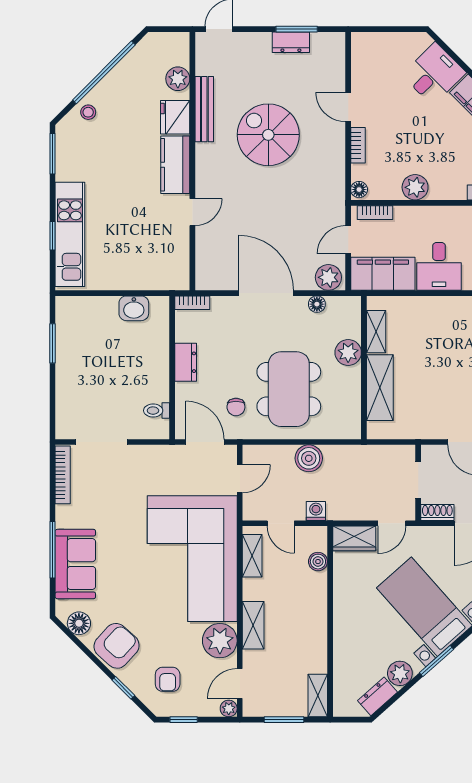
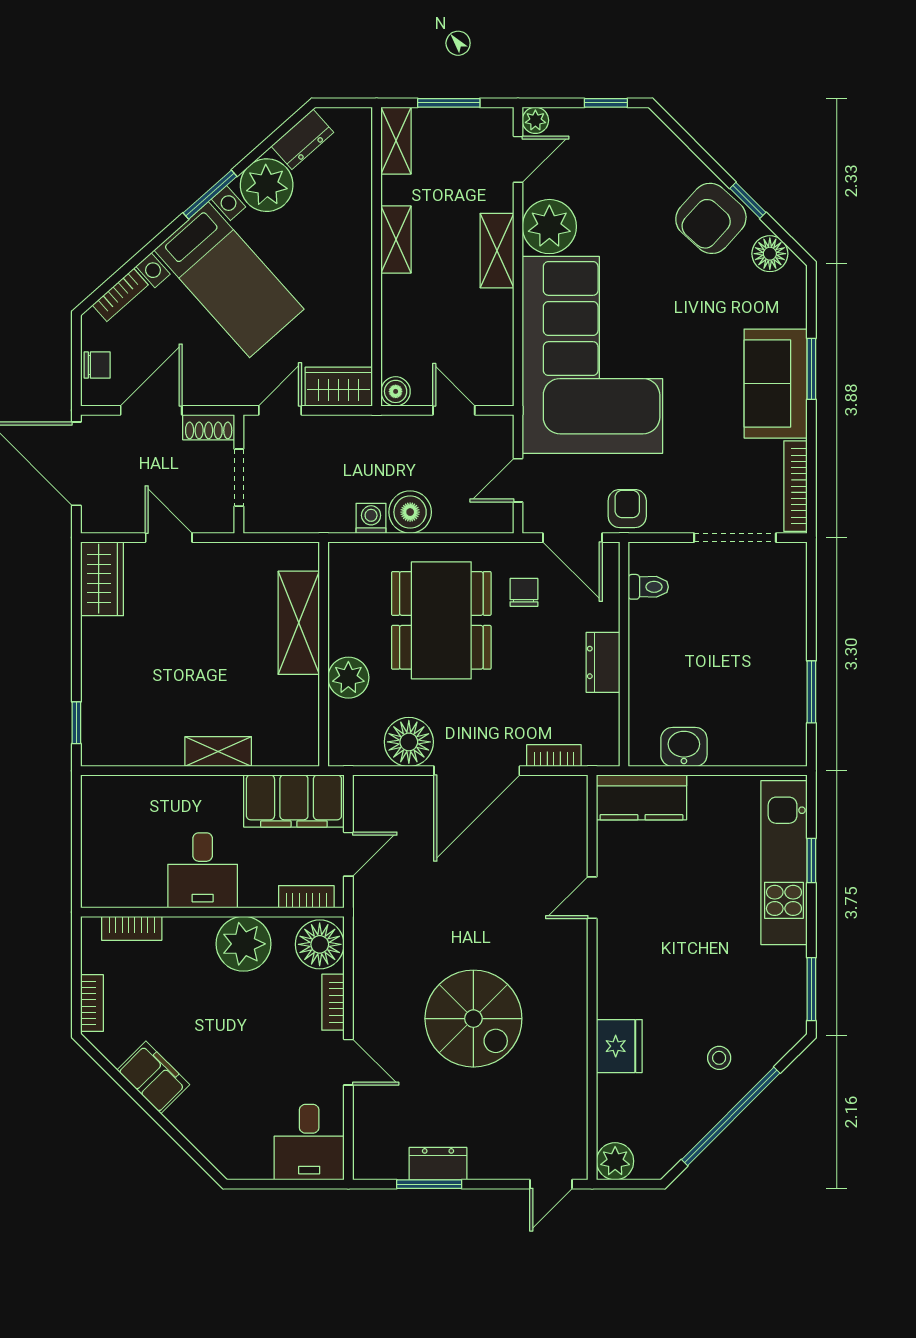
desk: (434, 74) -> (309, 1142), moved, turned -45
plant: (178, 79) -> (615, 1161), moved
bench: (204, 109) -> (574, 1059), removed
stool: (88, 112) -> (719, 1058), moved
kitchen counter: (175, 165) -> (641, 797), moved, turned 90
plant: (415, 187) -> (244, 944), width x1.36, depth x1.36
floor lamp: (359, 190) -> (320, 944), width x1.89, depth x1.89
desk: (439, 266) -> (203, 870), moved, turned 180
plant: (328, 277) -> (379, 795), removed
door: (266, 293) -> (477, 771), hinge flipped
bookcase: (192, 303) -> (554, 756), moved
floor lamp: (317, 304) -> (409, 742), width x1.89, depth x1.89
shelving: (376, 332) -> (218, 752), moved, turned 90
washing machine: (316, 511) -> (371, 518), moved, turned 180
window: (52, 550) -> (811, 369), width x0.69
shelving: (252, 556) -> (396, 240), moved
boiler: (318, 562) -> (396, 391), moved
sofa: (75, 564) -> (776, 384), moved
plant: (400, 673) -> (267, 185), width x1.36, depth x1.36
armchair: (168, 679) -> (627, 509), moved
window: (123, 688) -> (748, 200), moved

